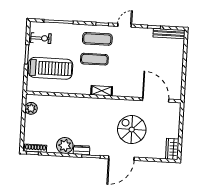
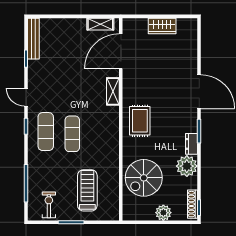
treadmill: (50, 68) -> (87, 190), width x0.73, depth x0.73
shelving: (177, 85) -> (100, 24), added
shelving: (102, 91) -> (113, 91), moved
plant: (31, 108) -> (163, 213), moved
rug: (102, 111) -> (140, 121), added
spiral stairs: (132, 130) -> (144, 178), moved
wardrobe: (172, 149) -> (162, 26), moved

